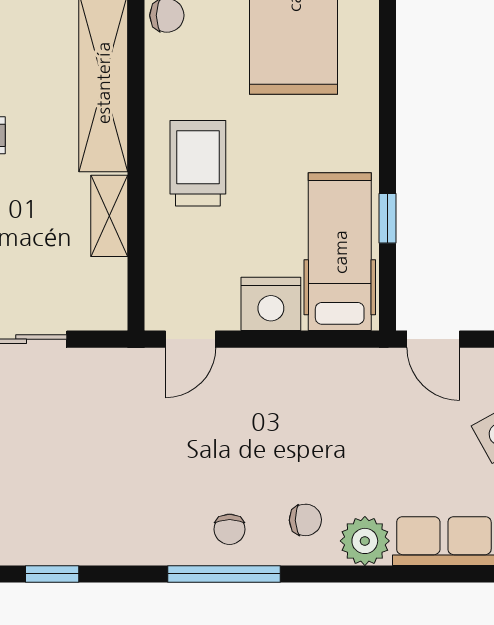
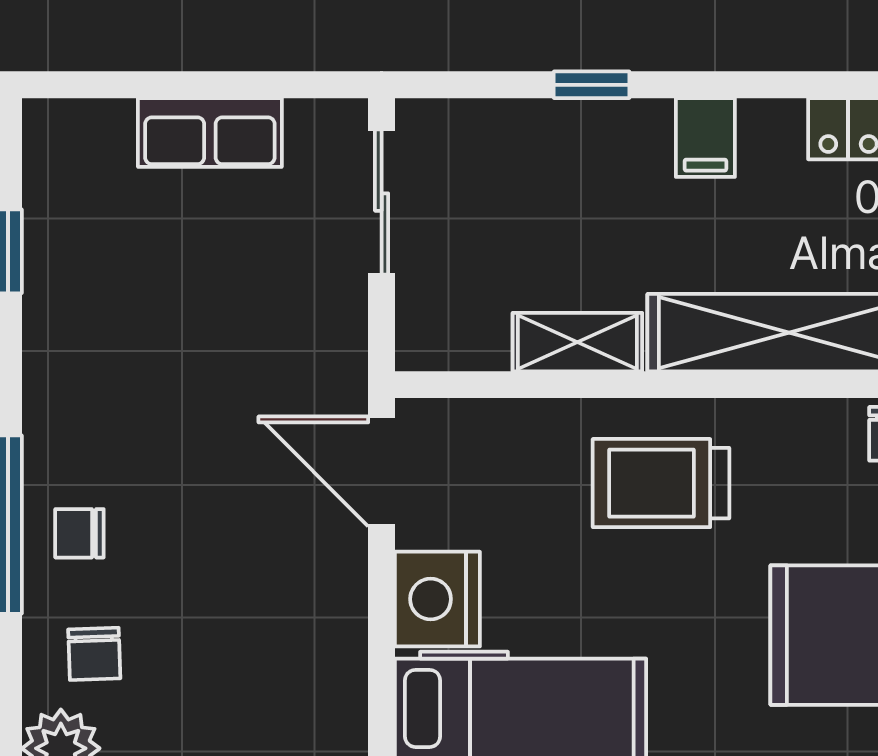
trolley: (198, 163) -> (661, 483), turned 180
door: (191, 339) -> (382, 471), width x1.38

